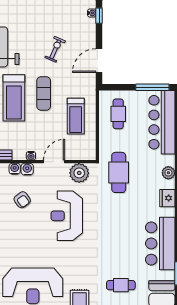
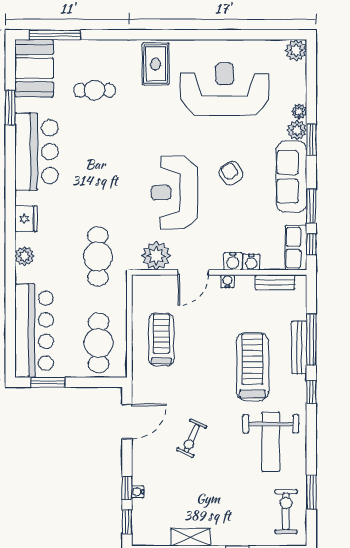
window: (152, 87) -> (48, 382), width x0.69
exercise mat: (44, 93) -> (209, 373), removed
cafe table: (118, 114) -> (99, 343), width x1.37, depth x1.35
armchair: (22, 200) -> (231, 173), moved
reception desk: (67, 216) -> (175, 193), turned 180

